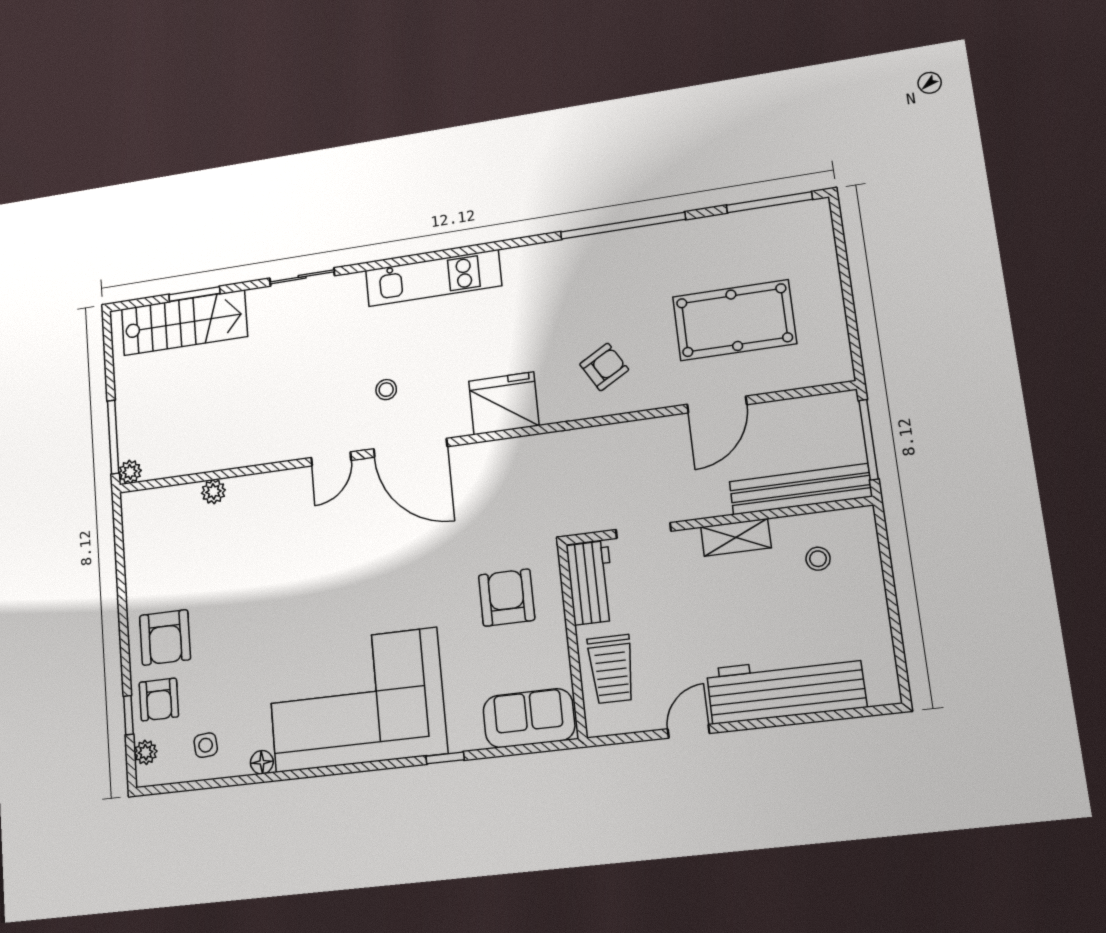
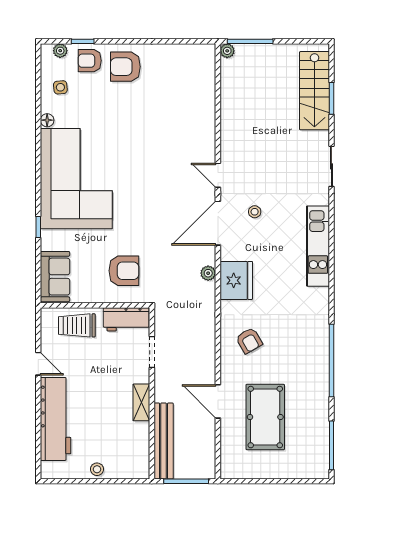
plant: (213, 492) -> (208, 273), moved
stool: (818, 559) -> (97, 469), moved

